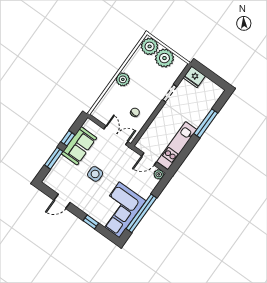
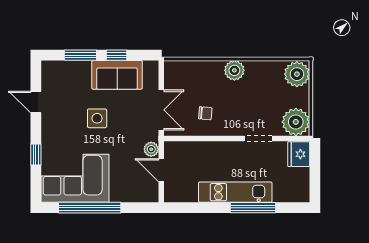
plant: (164, 58) -> (296, 122), moved
kitchen unit: (177, 146) -> (235, 192), moved
plant: (159, 174) -> (151, 149), moved

